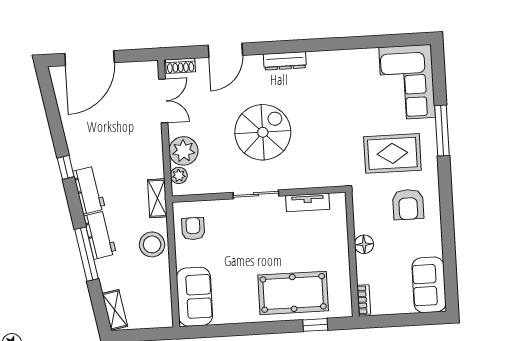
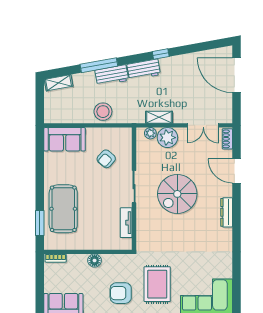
spiral stairs: (263, 132) -> (177, 194), turned 90
shelving: (157, 198) -> (159, 117), moved
armchair: (193, 229) -> (106, 159), moved, turned 132
window: (315, 325) -> (40, 223), width x1.50

